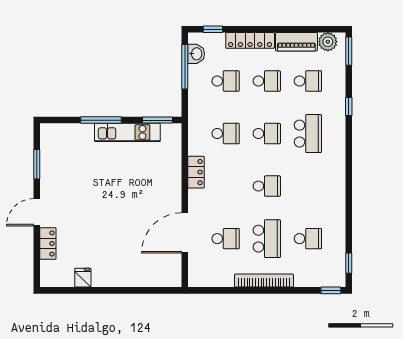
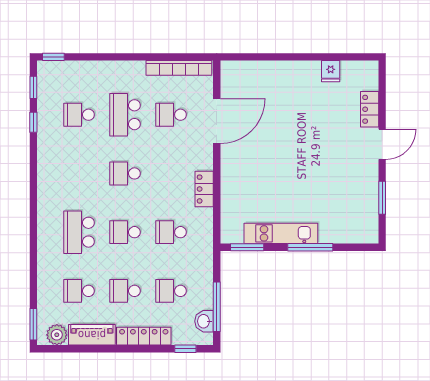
window: (349, 107) -> (33, 122), moved
bookcase: (264, 281) -> (179, 68), moved

